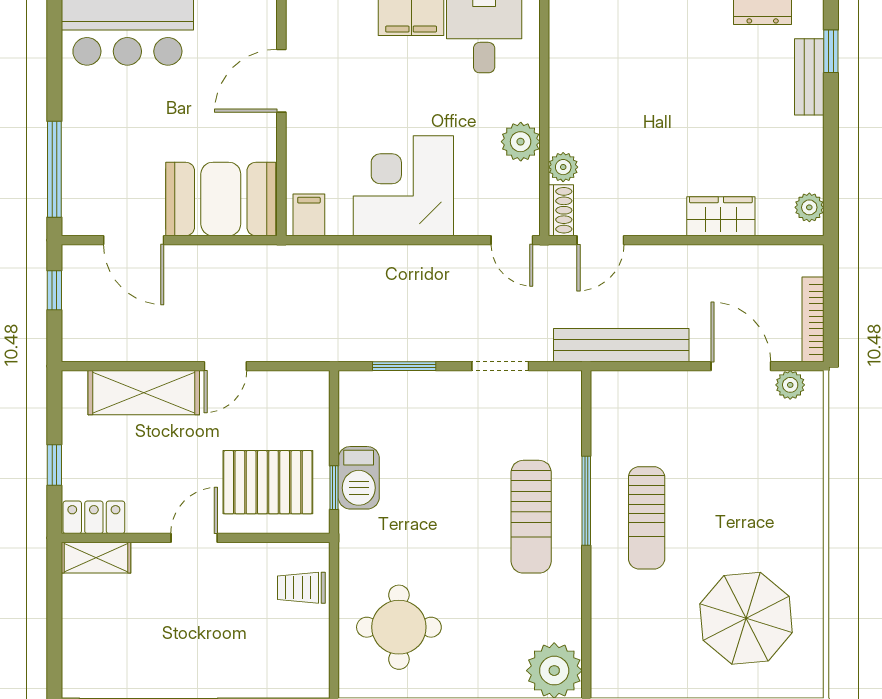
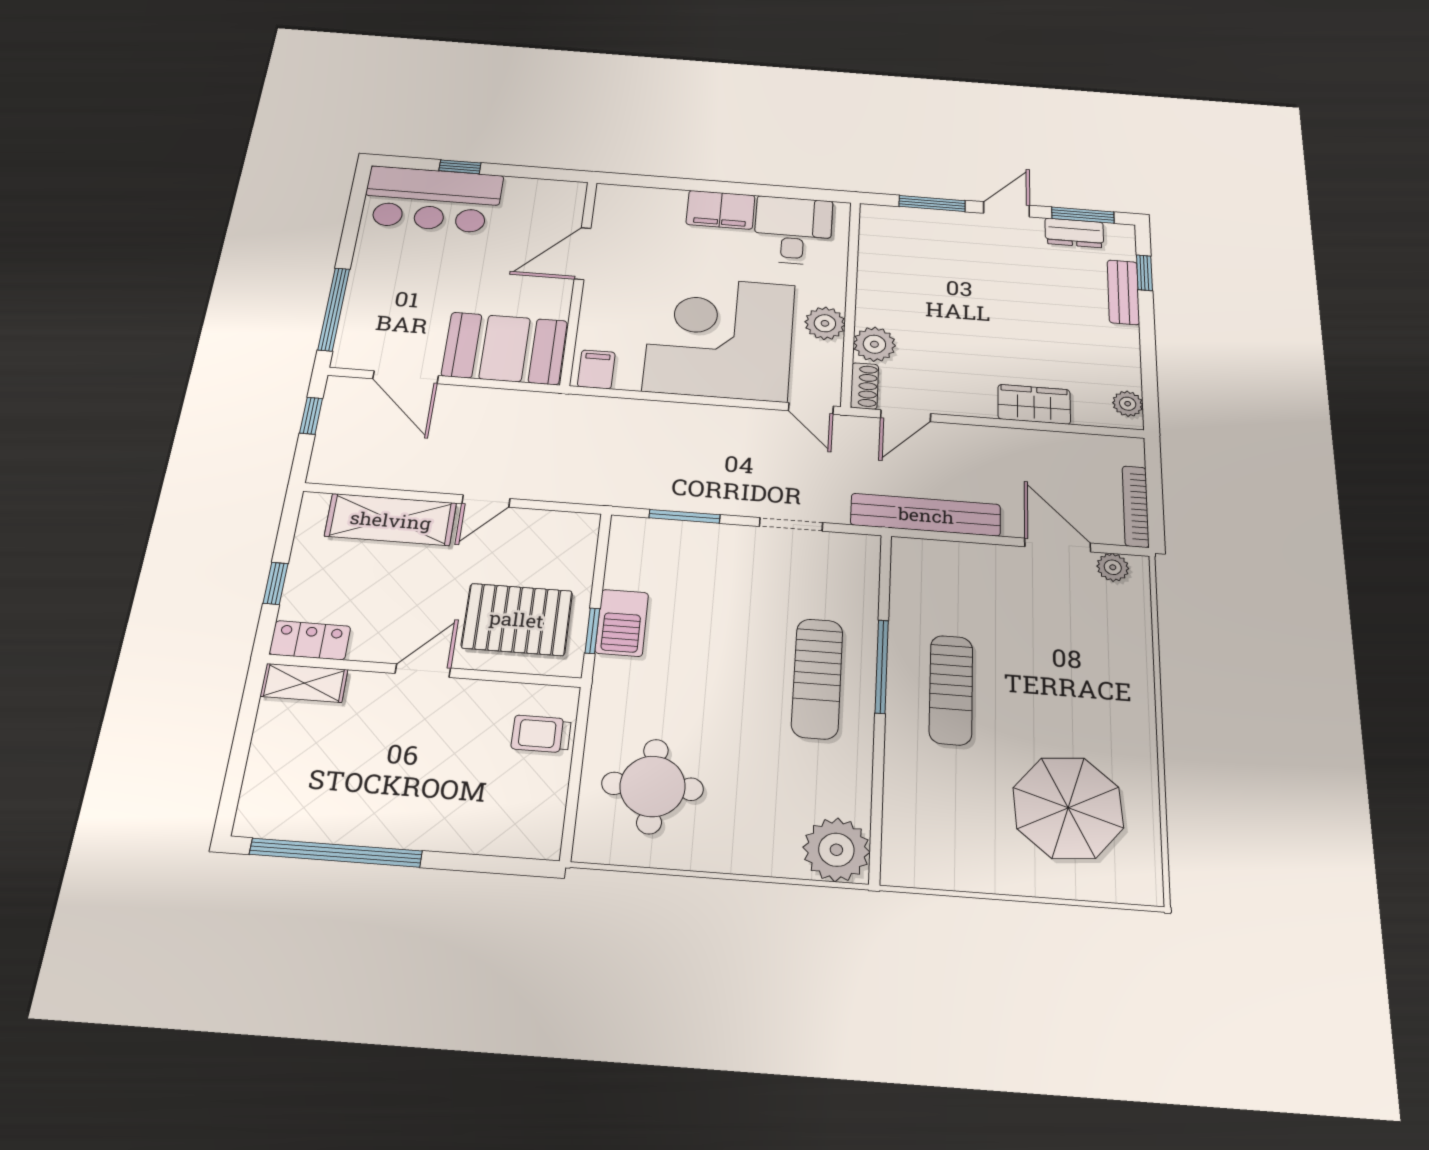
plant: (563, 167) -> (874, 344), width x1.38, depth x1.38
corner desk: (403, 186) -> (720, 338), width x1.36, depth x1.36

